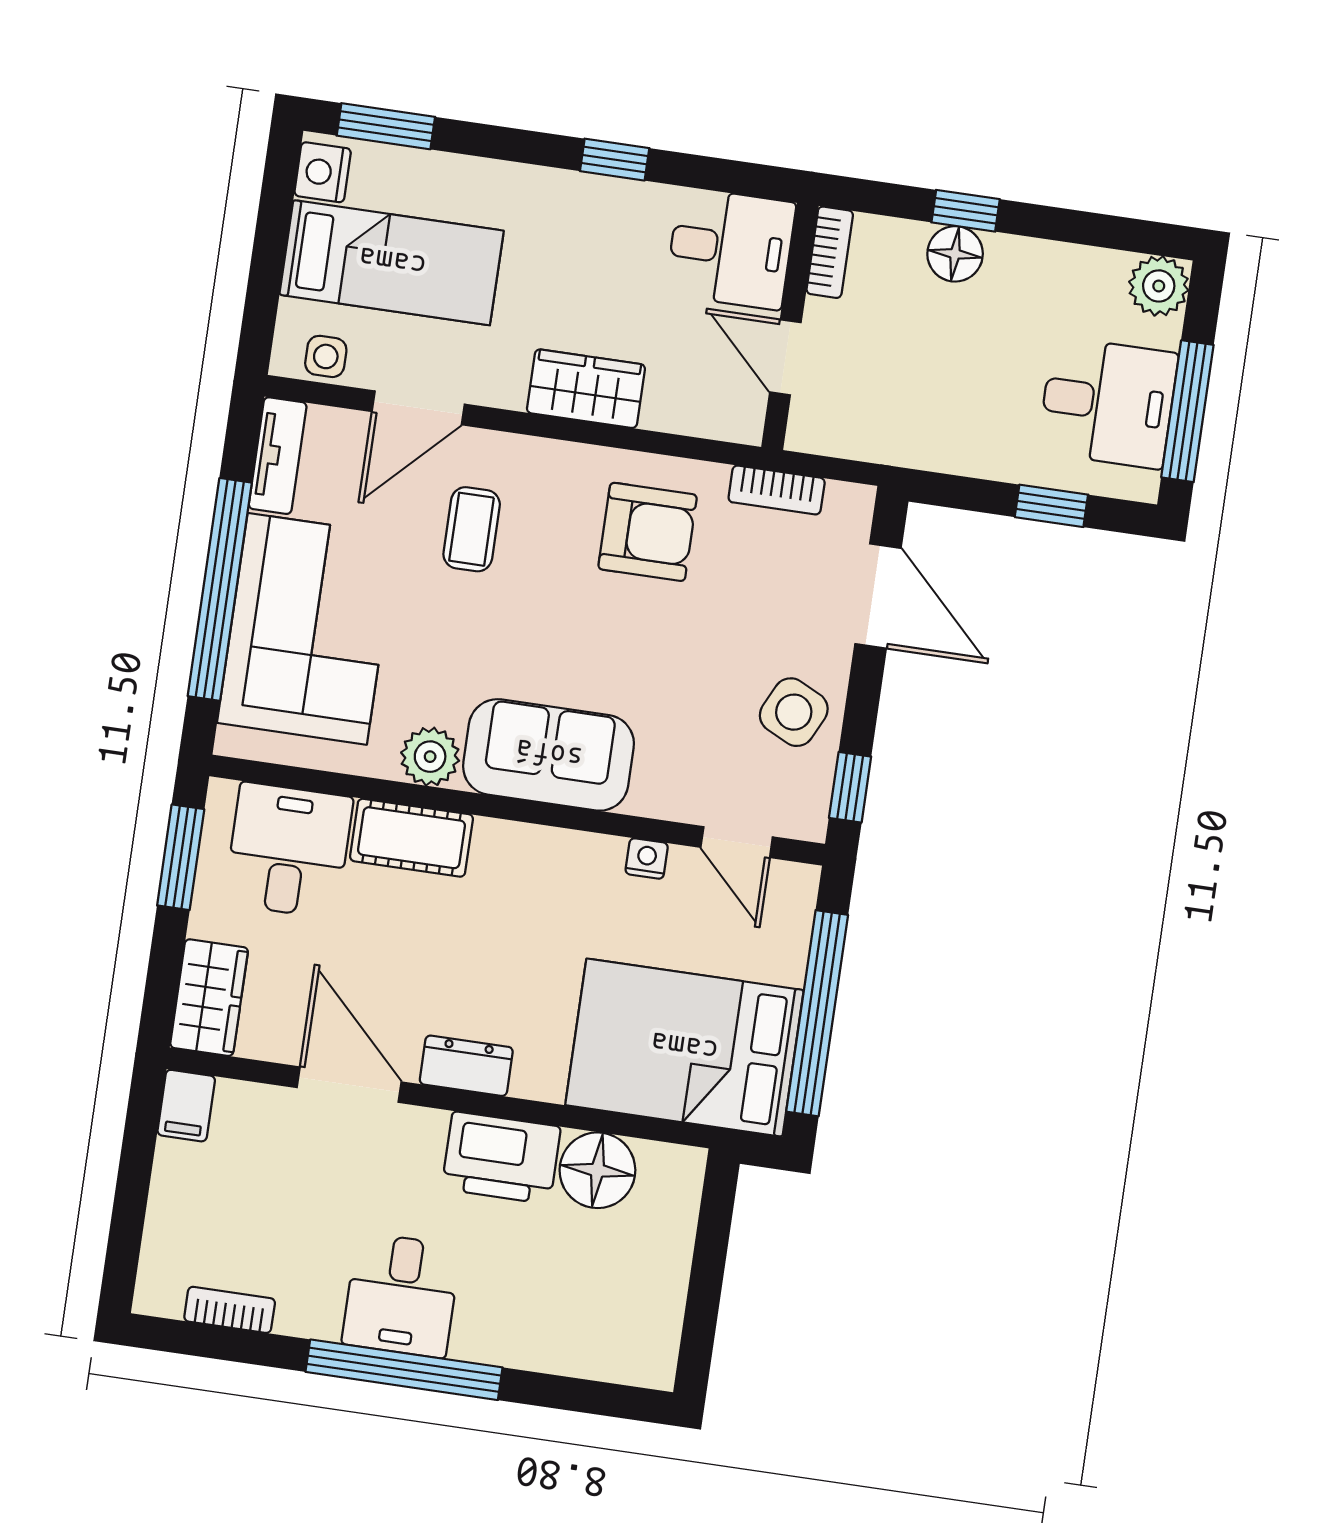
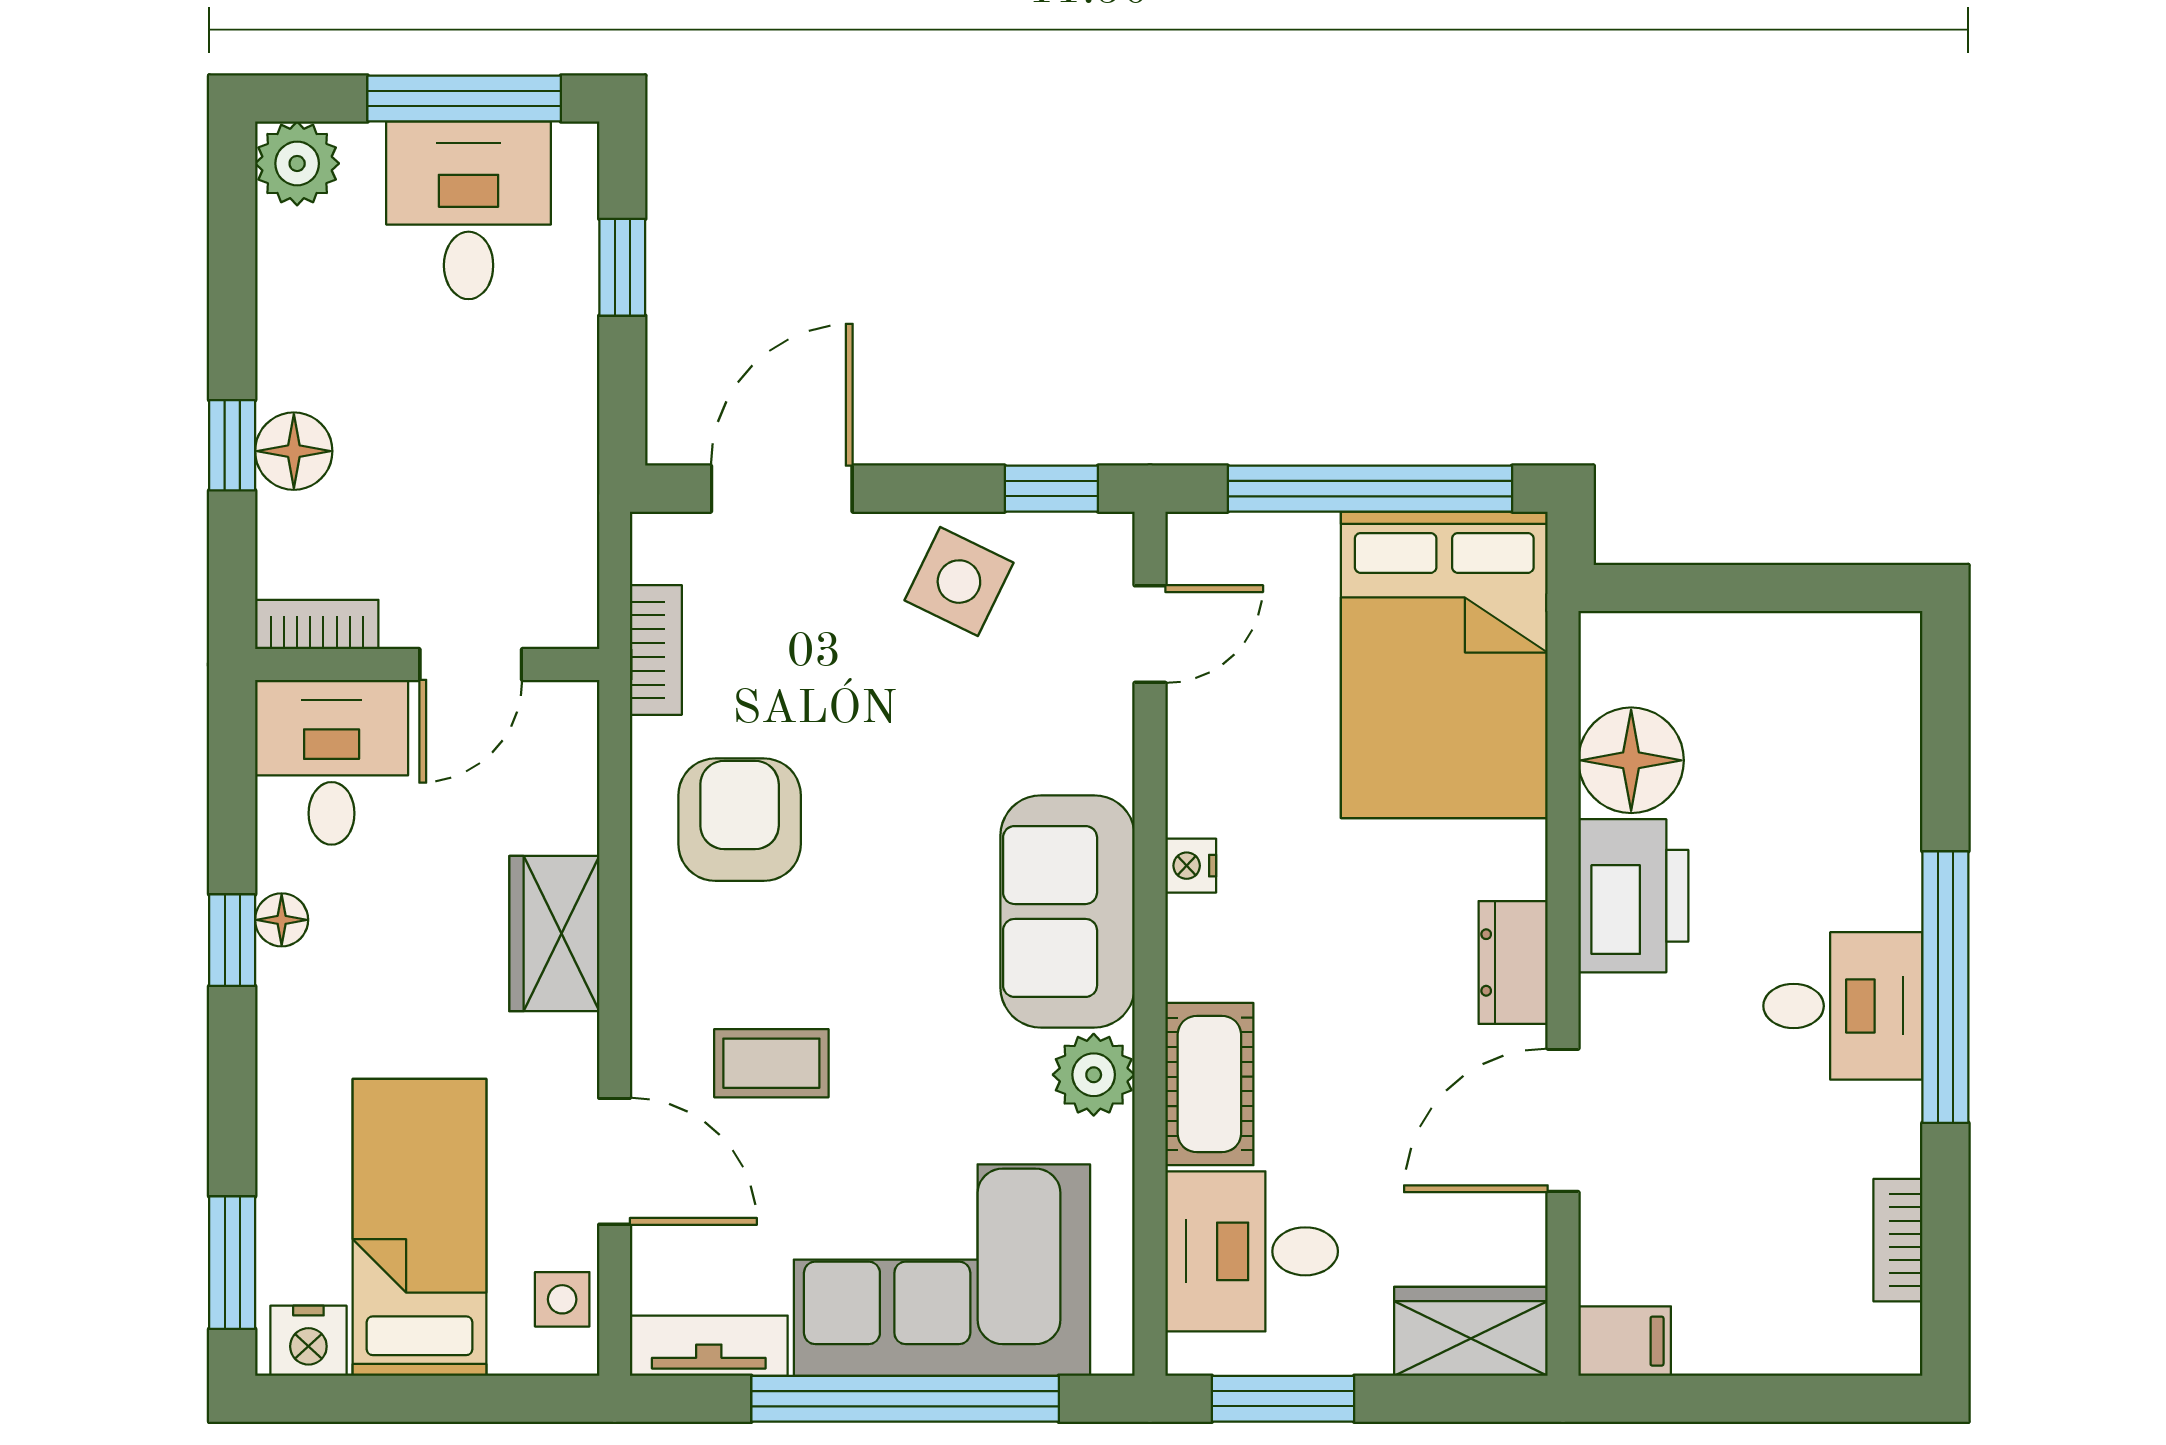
floor lamp: (624, 197) -> (282, 920), added
nightstand: (647, 859) -> (1191, 866), moved

